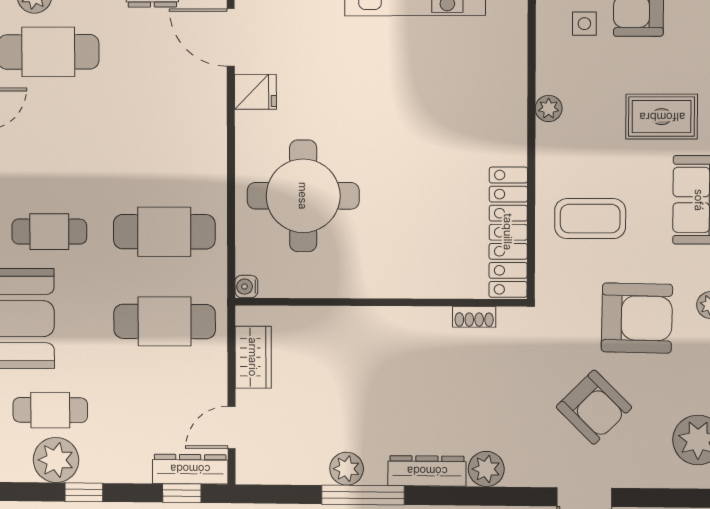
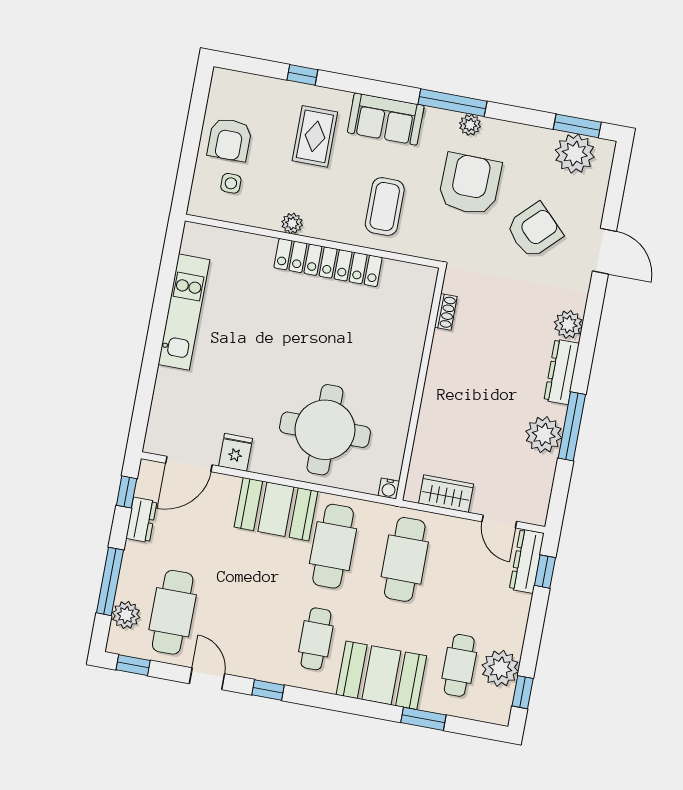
booth: (196, 154) -> (276, 509), added
locker: (508, 232) -> (328, 262), moved
plant: (347, 469) -> (544, 435), width x1.36, depth x1.36
window: (84, 492) -> (523, 692), moved

